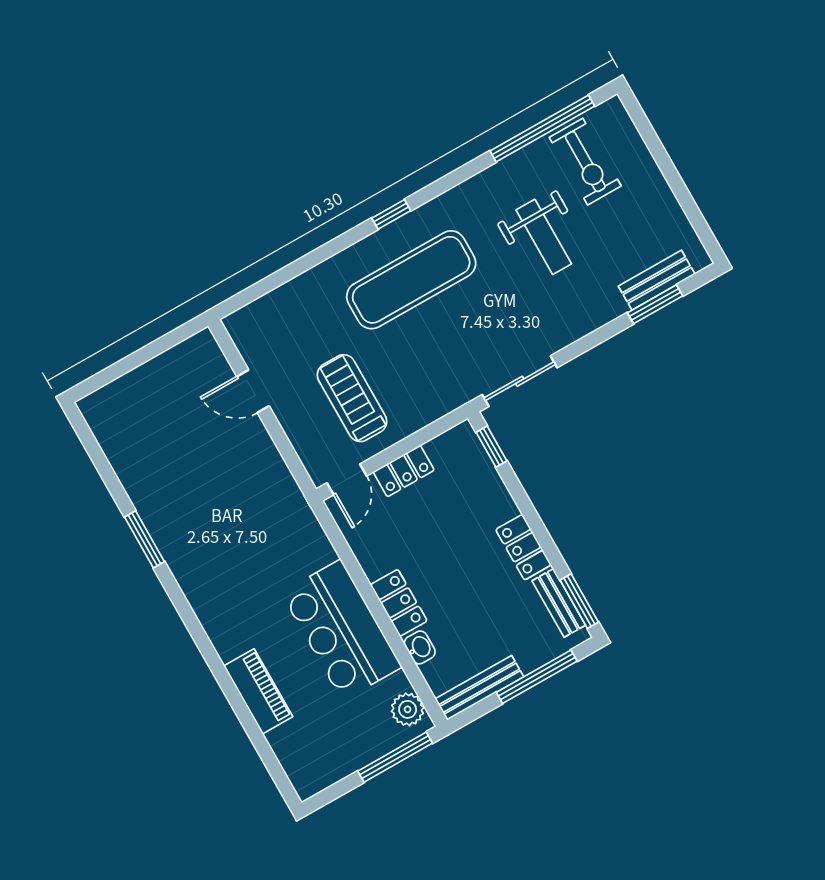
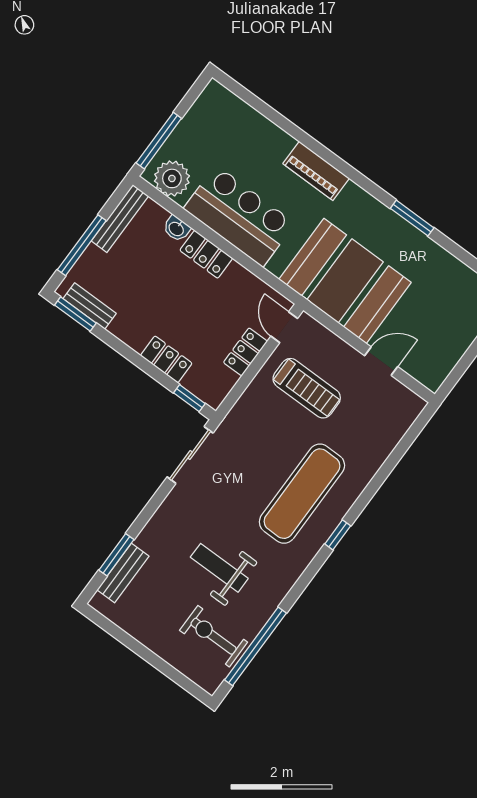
booth: (253, 501) -> (345, 281), added
locker: (523, 547) -> (166, 359), moved
piano: (258, 691) -> (316, 171), moved
plant: (408, 709) -> (172, 178), width x1.36, depth x1.36

